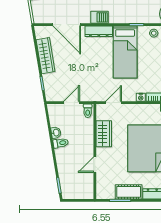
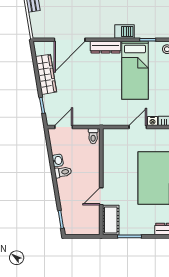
barbecue: (99, 17) -> (124, 32), moved
door: (67, 25) -> (70, 40), hinge flipped
door: (72, 103) -> (64, 127), moved
door: (114, 103) -> (138, 127), moved
wardrobe: (104, 134) -> (111, 162), removed
cot: (129, 192) -> (111, 220), moved, turned 90

